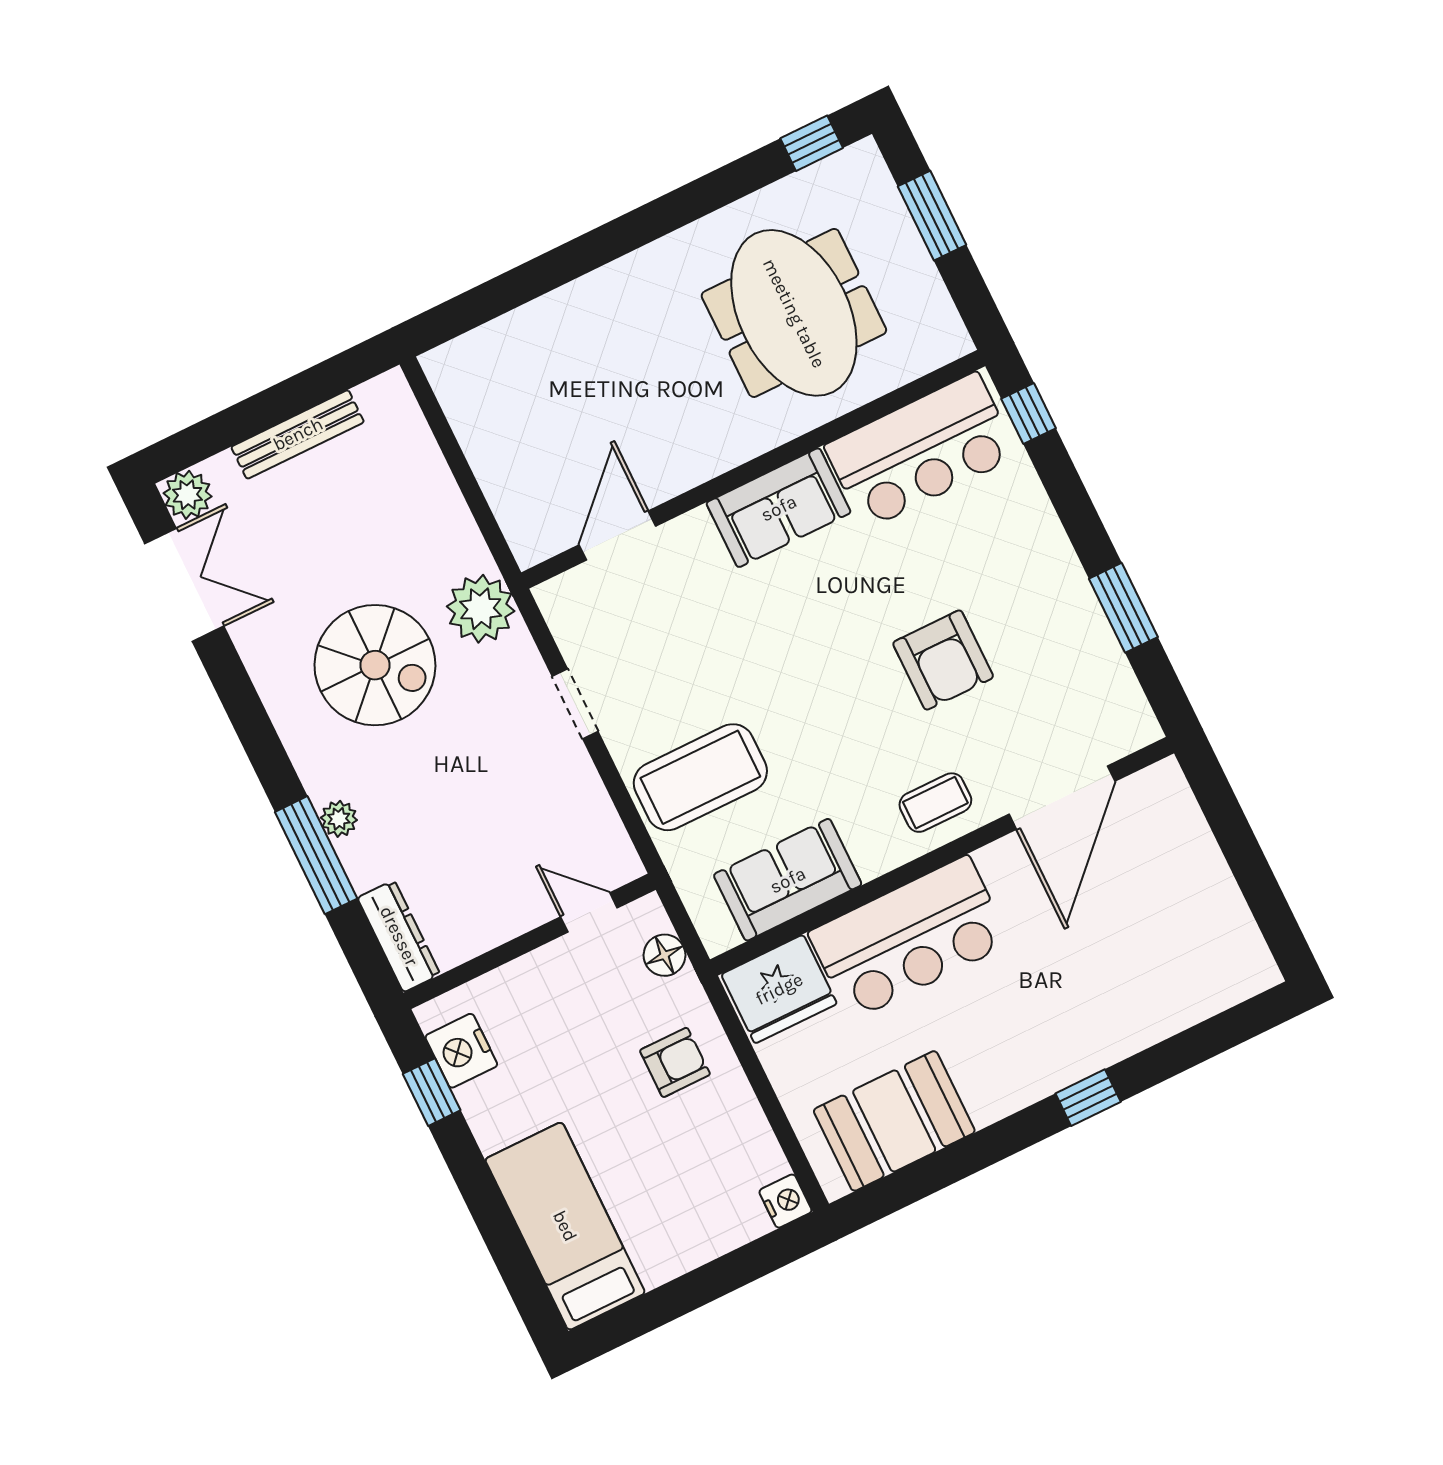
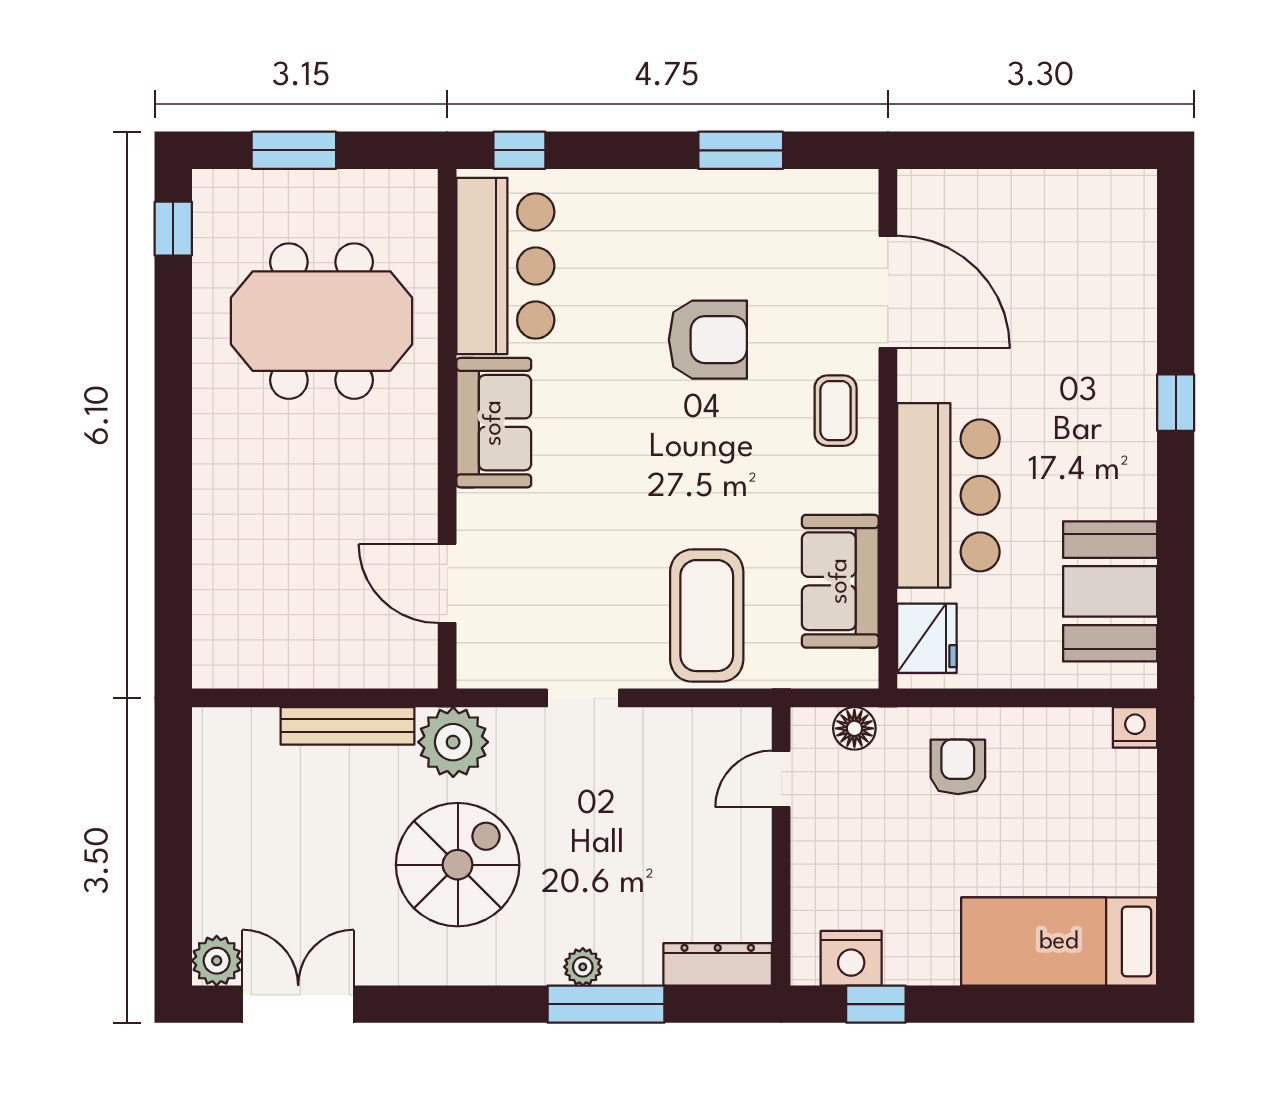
bench: (298, 434) -> (347, 726), moved, turned 90
fridge: (779, 989) -> (927, 638), width x0.73, depth x0.75

